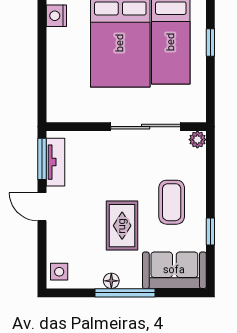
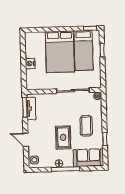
nightstand: (56, 16) -> (30, 64), moved
door: (42, 207) -> (26, 140), moved

